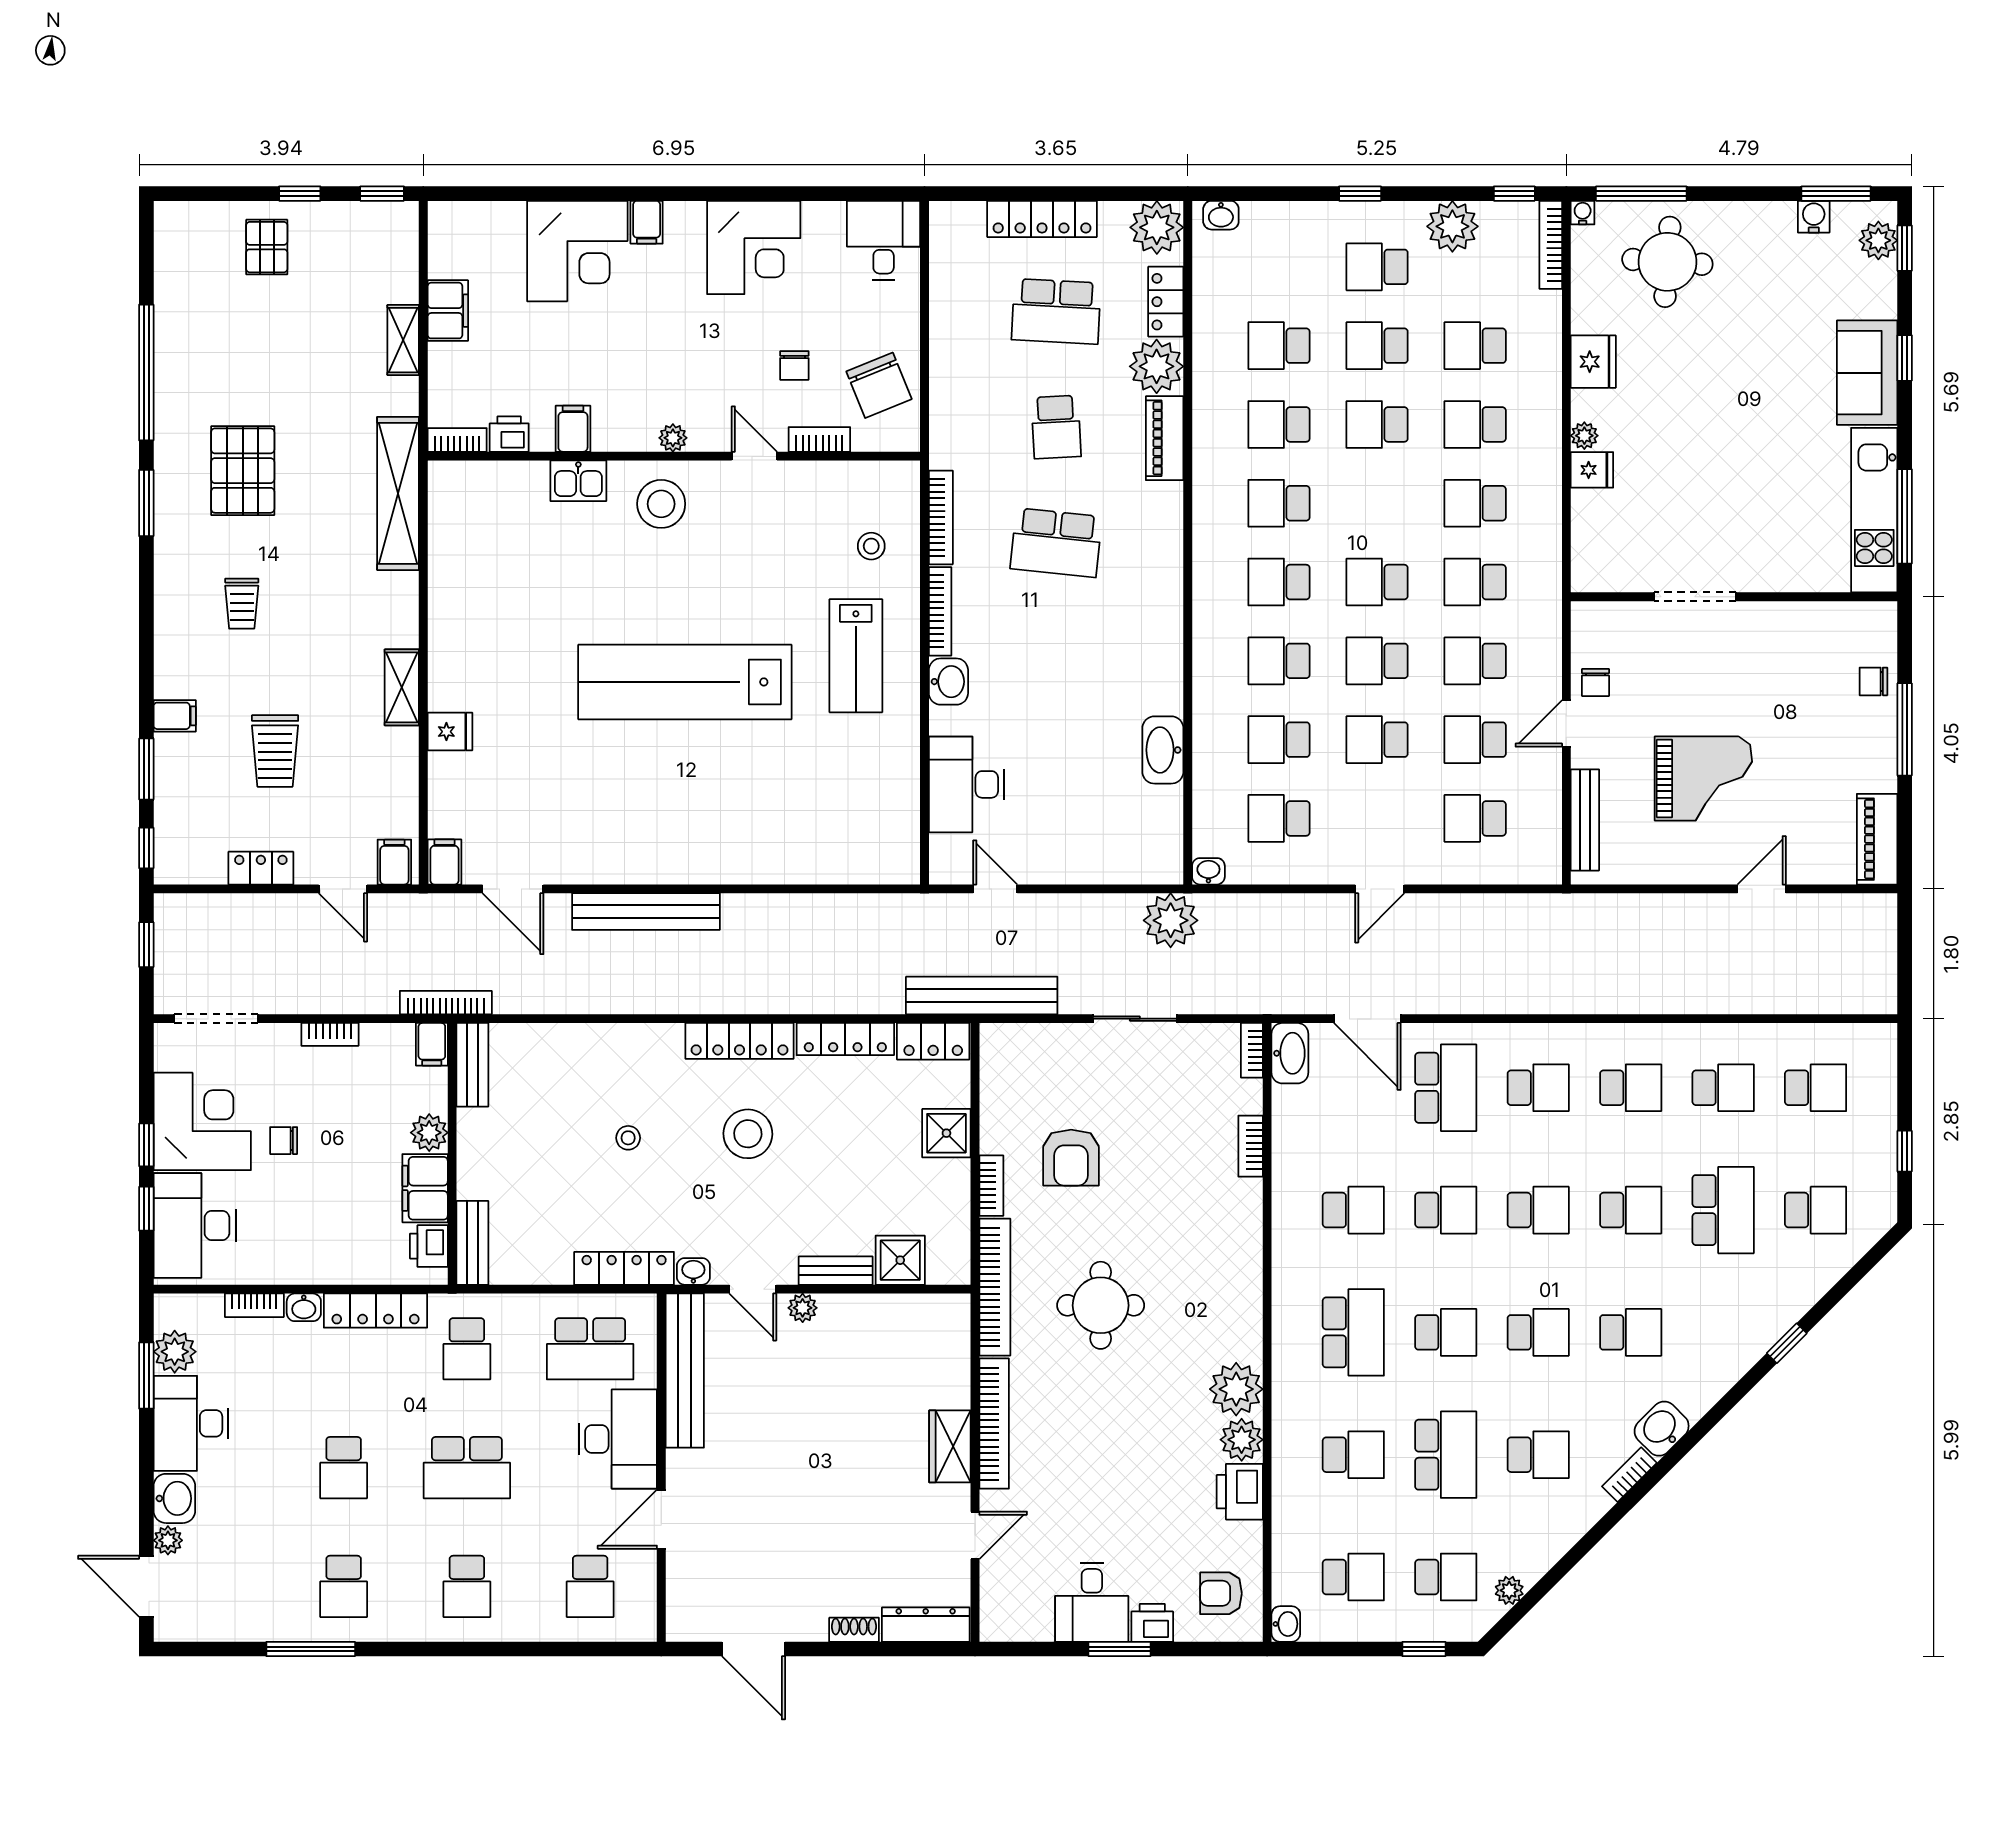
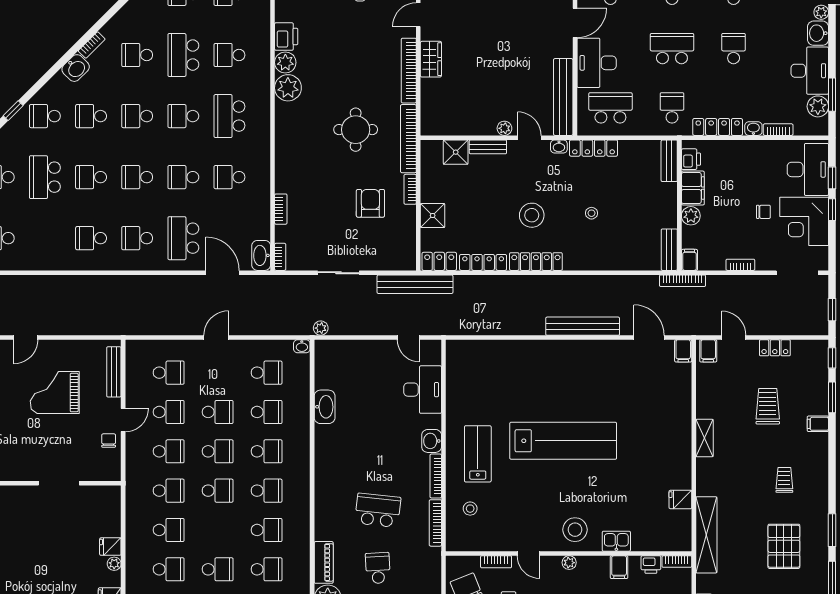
fridge: (450, 732) -> (680, 499), moved
plant: (1171, 920) -> (321, 328), width x0.53, depth x0.53
school desk: (1723, 1088) -> (45, 116), moved

